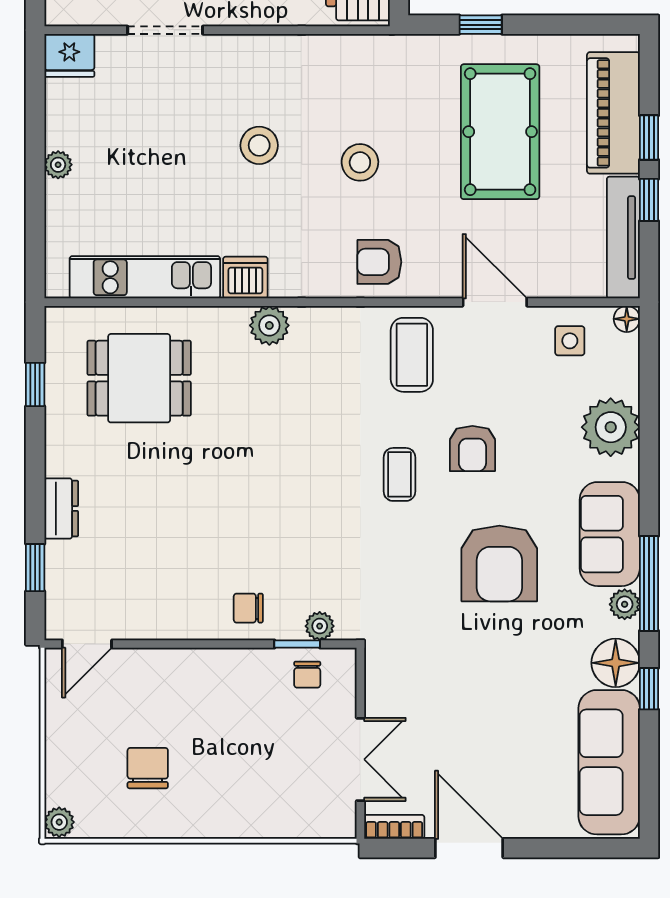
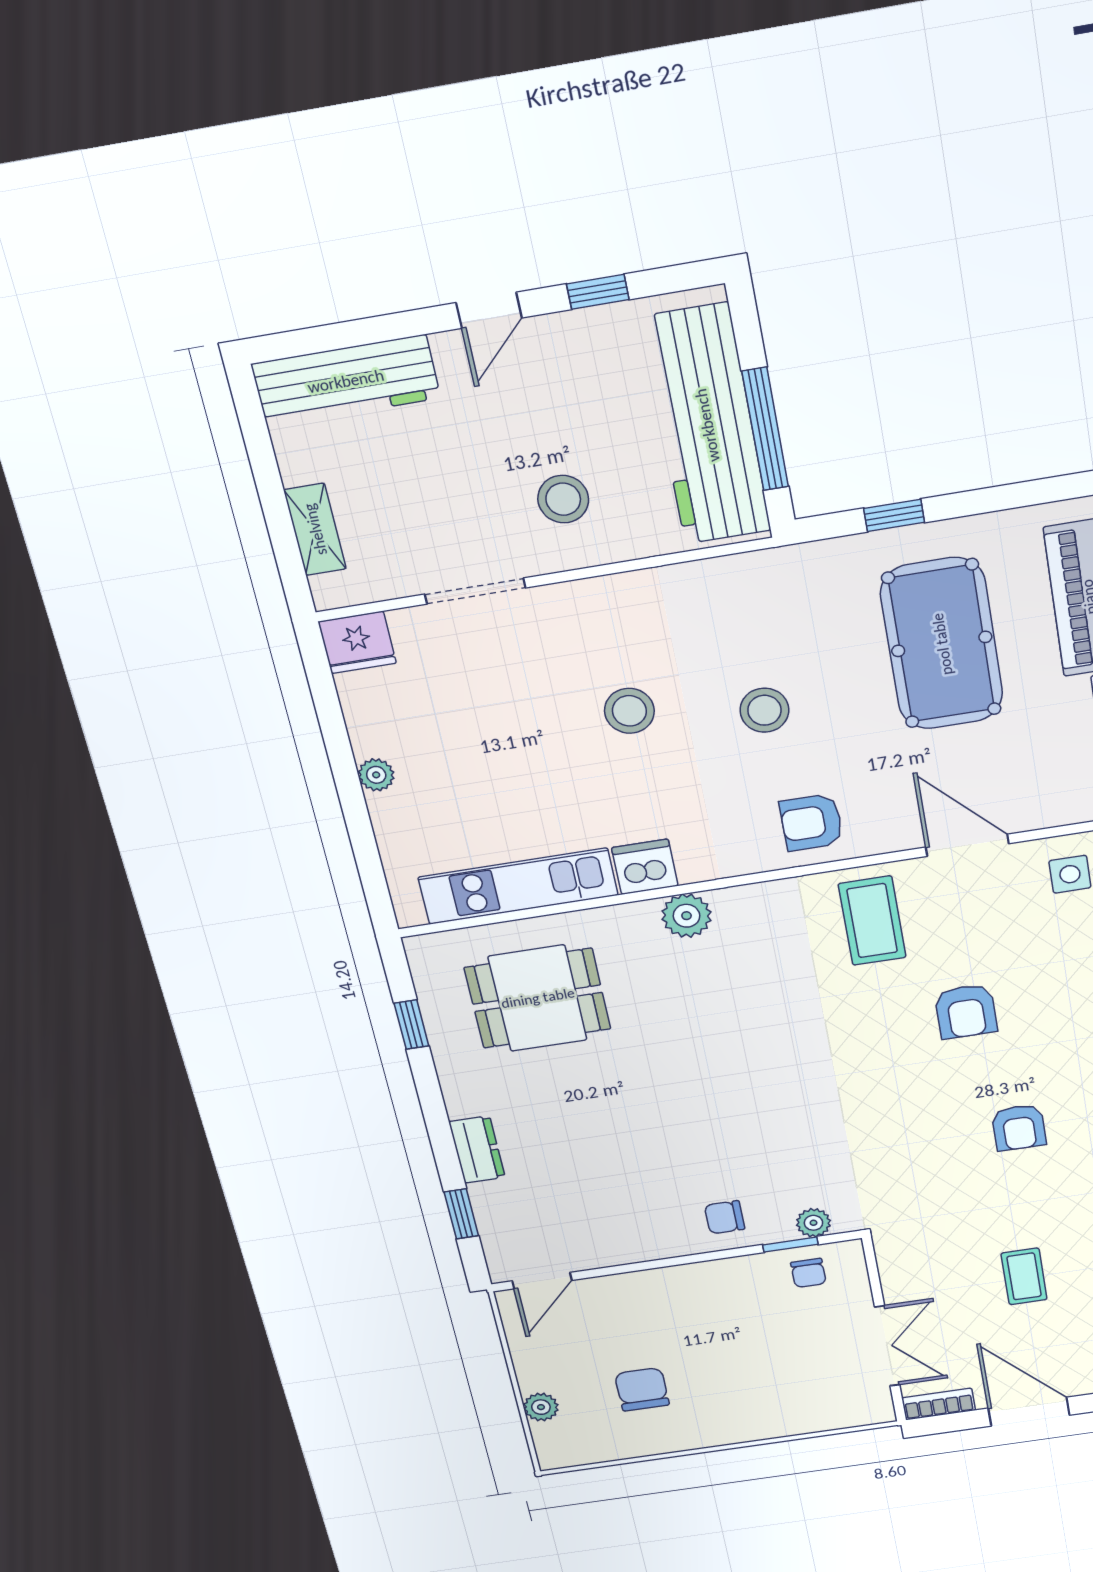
coffee table: (399, 474) -> (1024, 1276), moved
armchair: (499, 563) -> (1019, 1127), width x0.53, depth x0.53
plant: (59, 822) -> (541, 1407), moved

